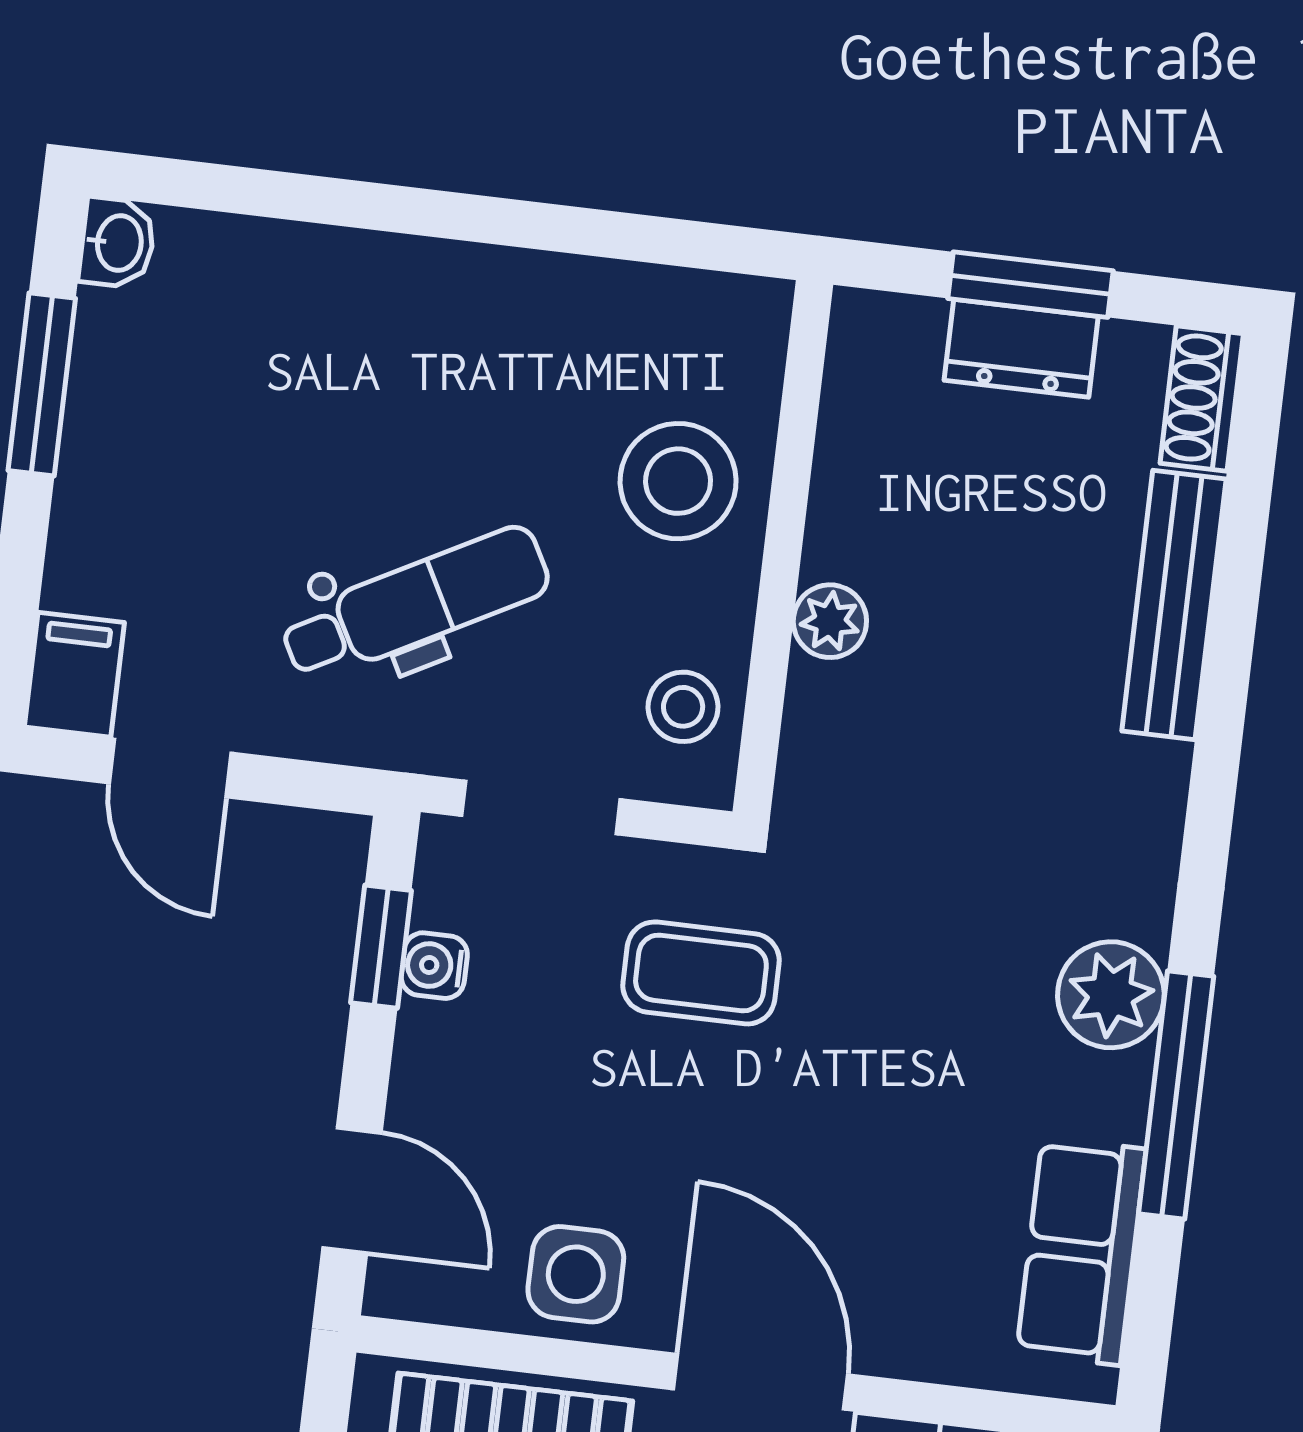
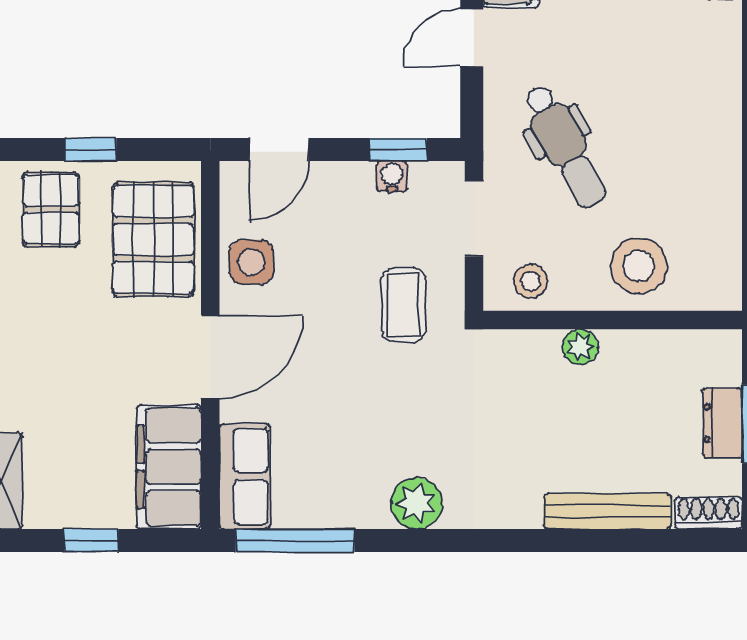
window: (1176, 1095) -> (295, 540), moved
row of seats: (1081, 1251) -> (245, 476), moved, turned 90

